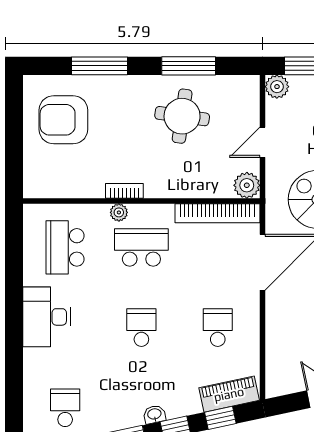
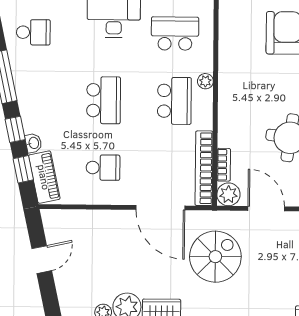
door: (262, 142) -> (266, 209), width x1.38
bookcase: (124, 191) -> (224, 165), moved
school desk: (141, 328) -> (104, 100), width x1.85
washbasin: (154, 414) -> (33, 143), moved

